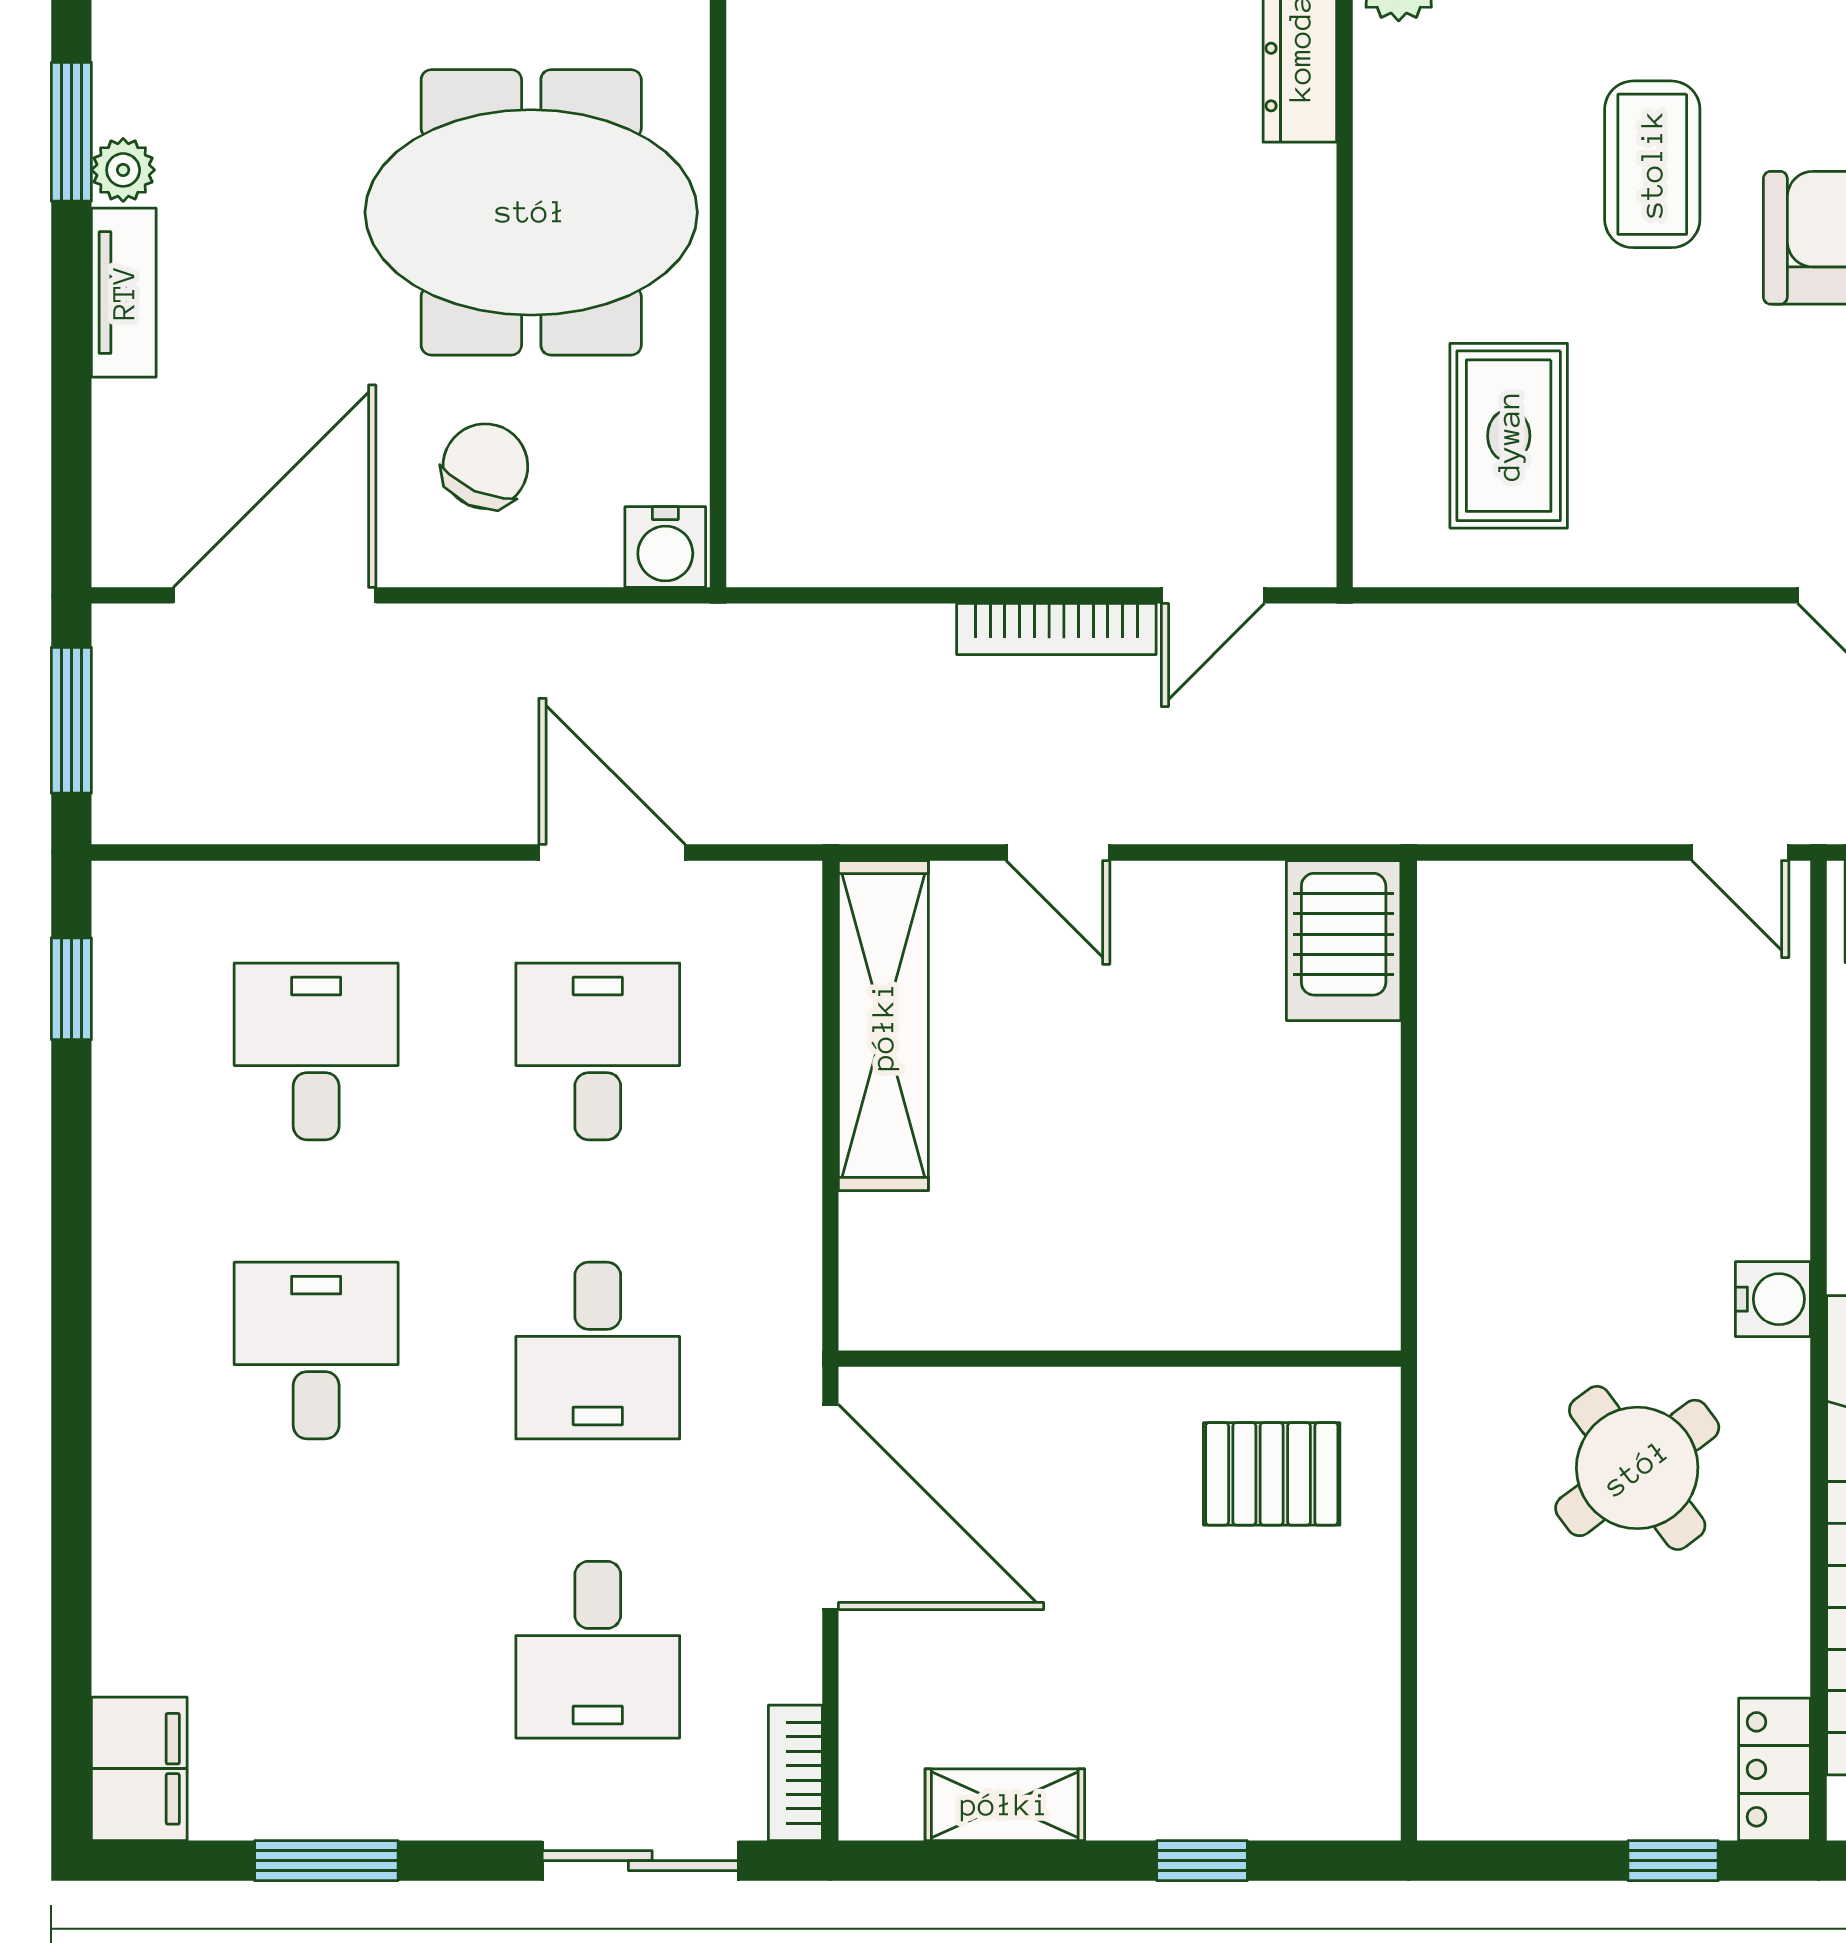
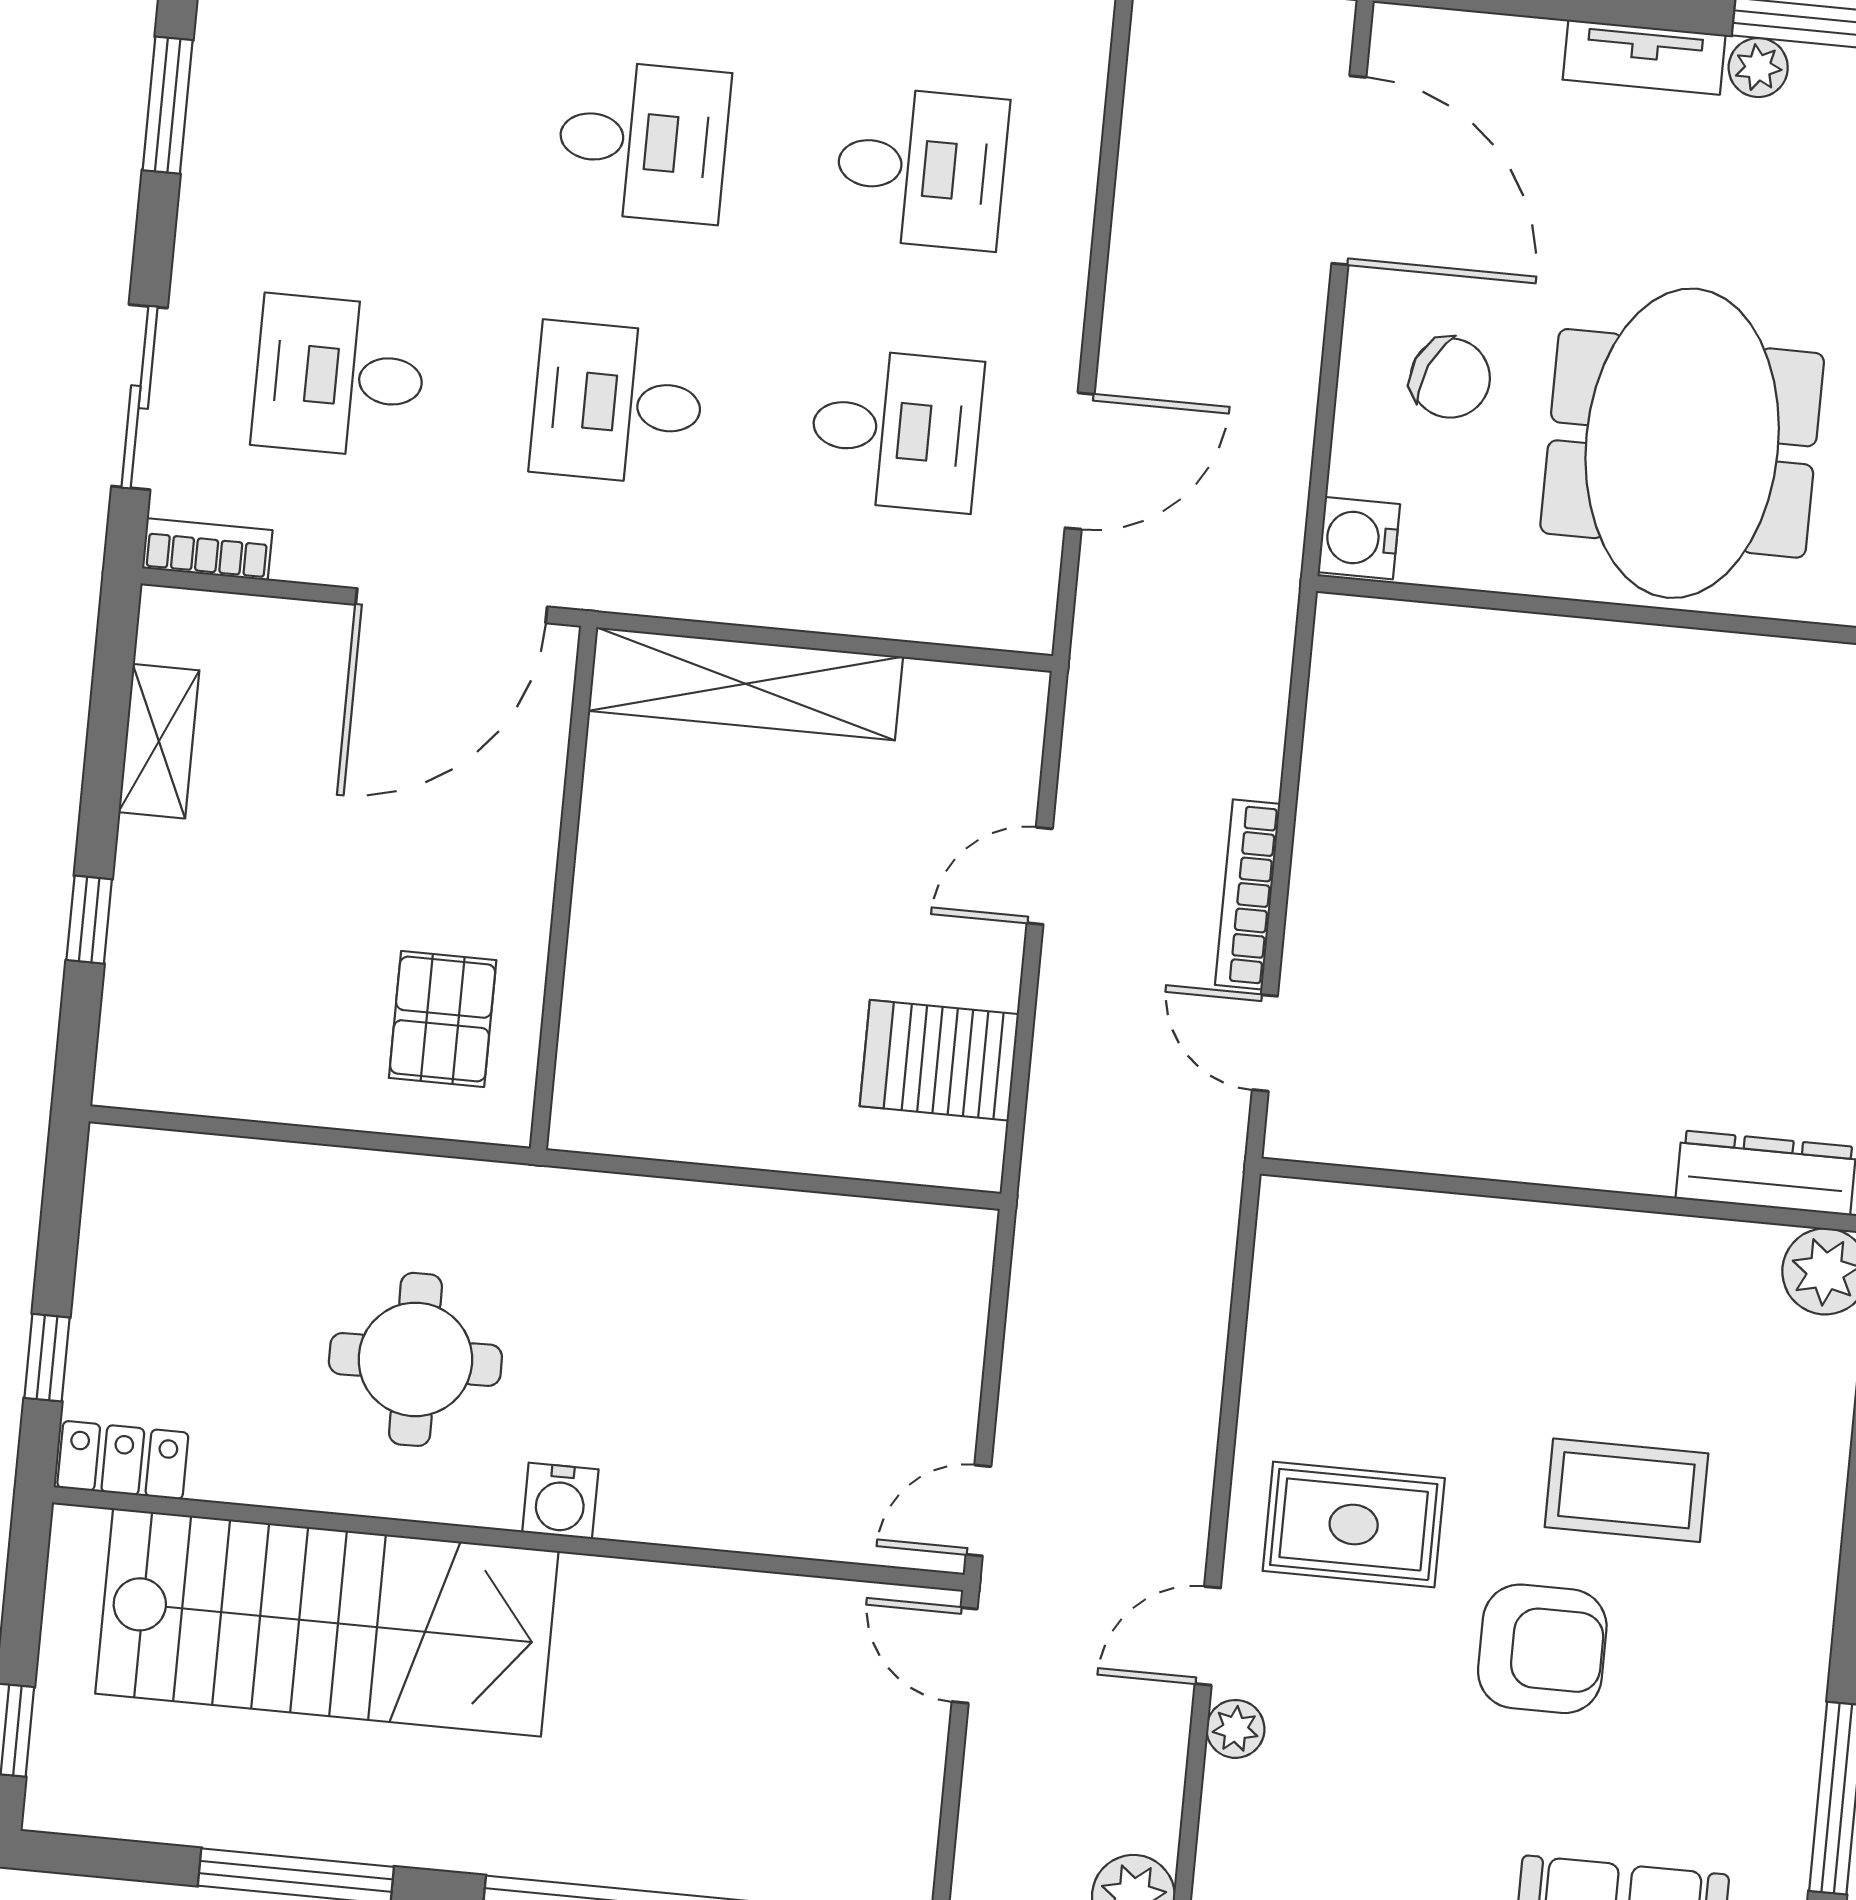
rug: (1509, 436) -> (1354, 1524), moved
server rack: (1344, 941) -> (939, 1060), moved
shelving: (883, 1026) -> (746, 684), moved
round table: (1637, 1468) -> (415, 1359), turned 36

